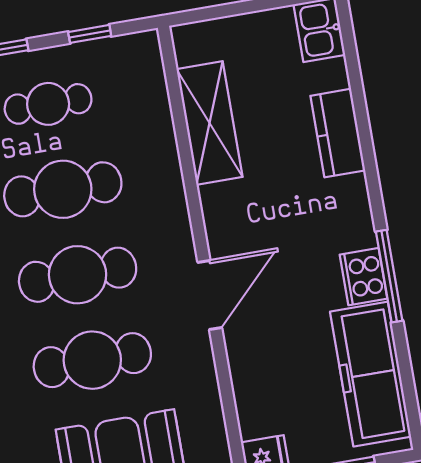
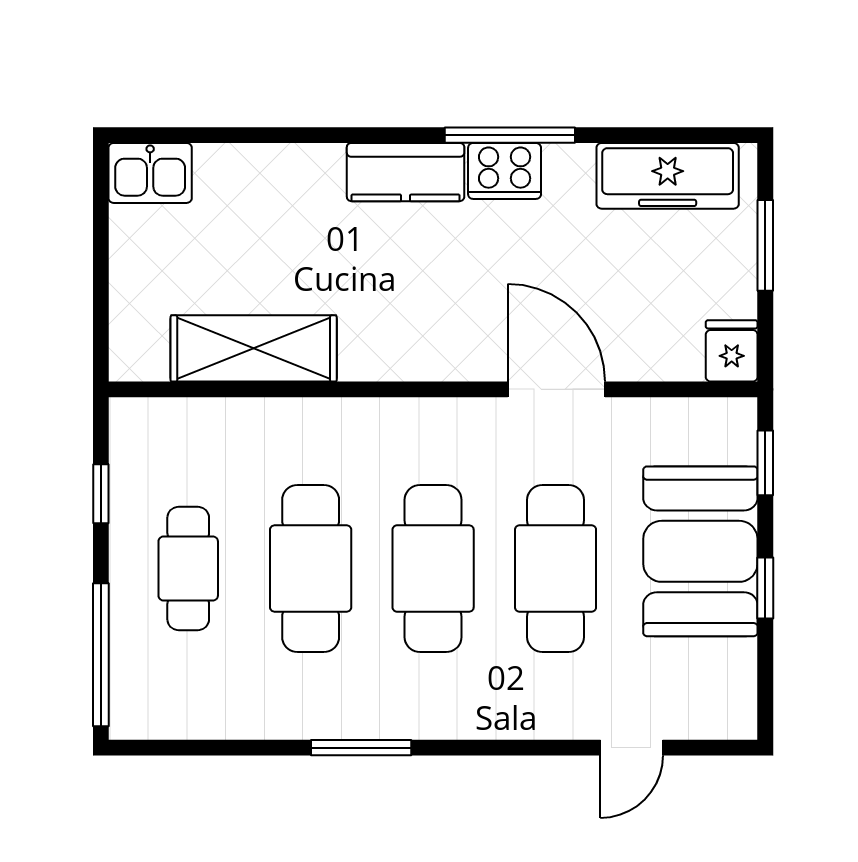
kitchen counter: (338, 133) -> (406, 172), moved
door: (210, 295) -> (556, 389), moved
freezer: (371, 374) -> (668, 176), width x0.73, depth x0.79

